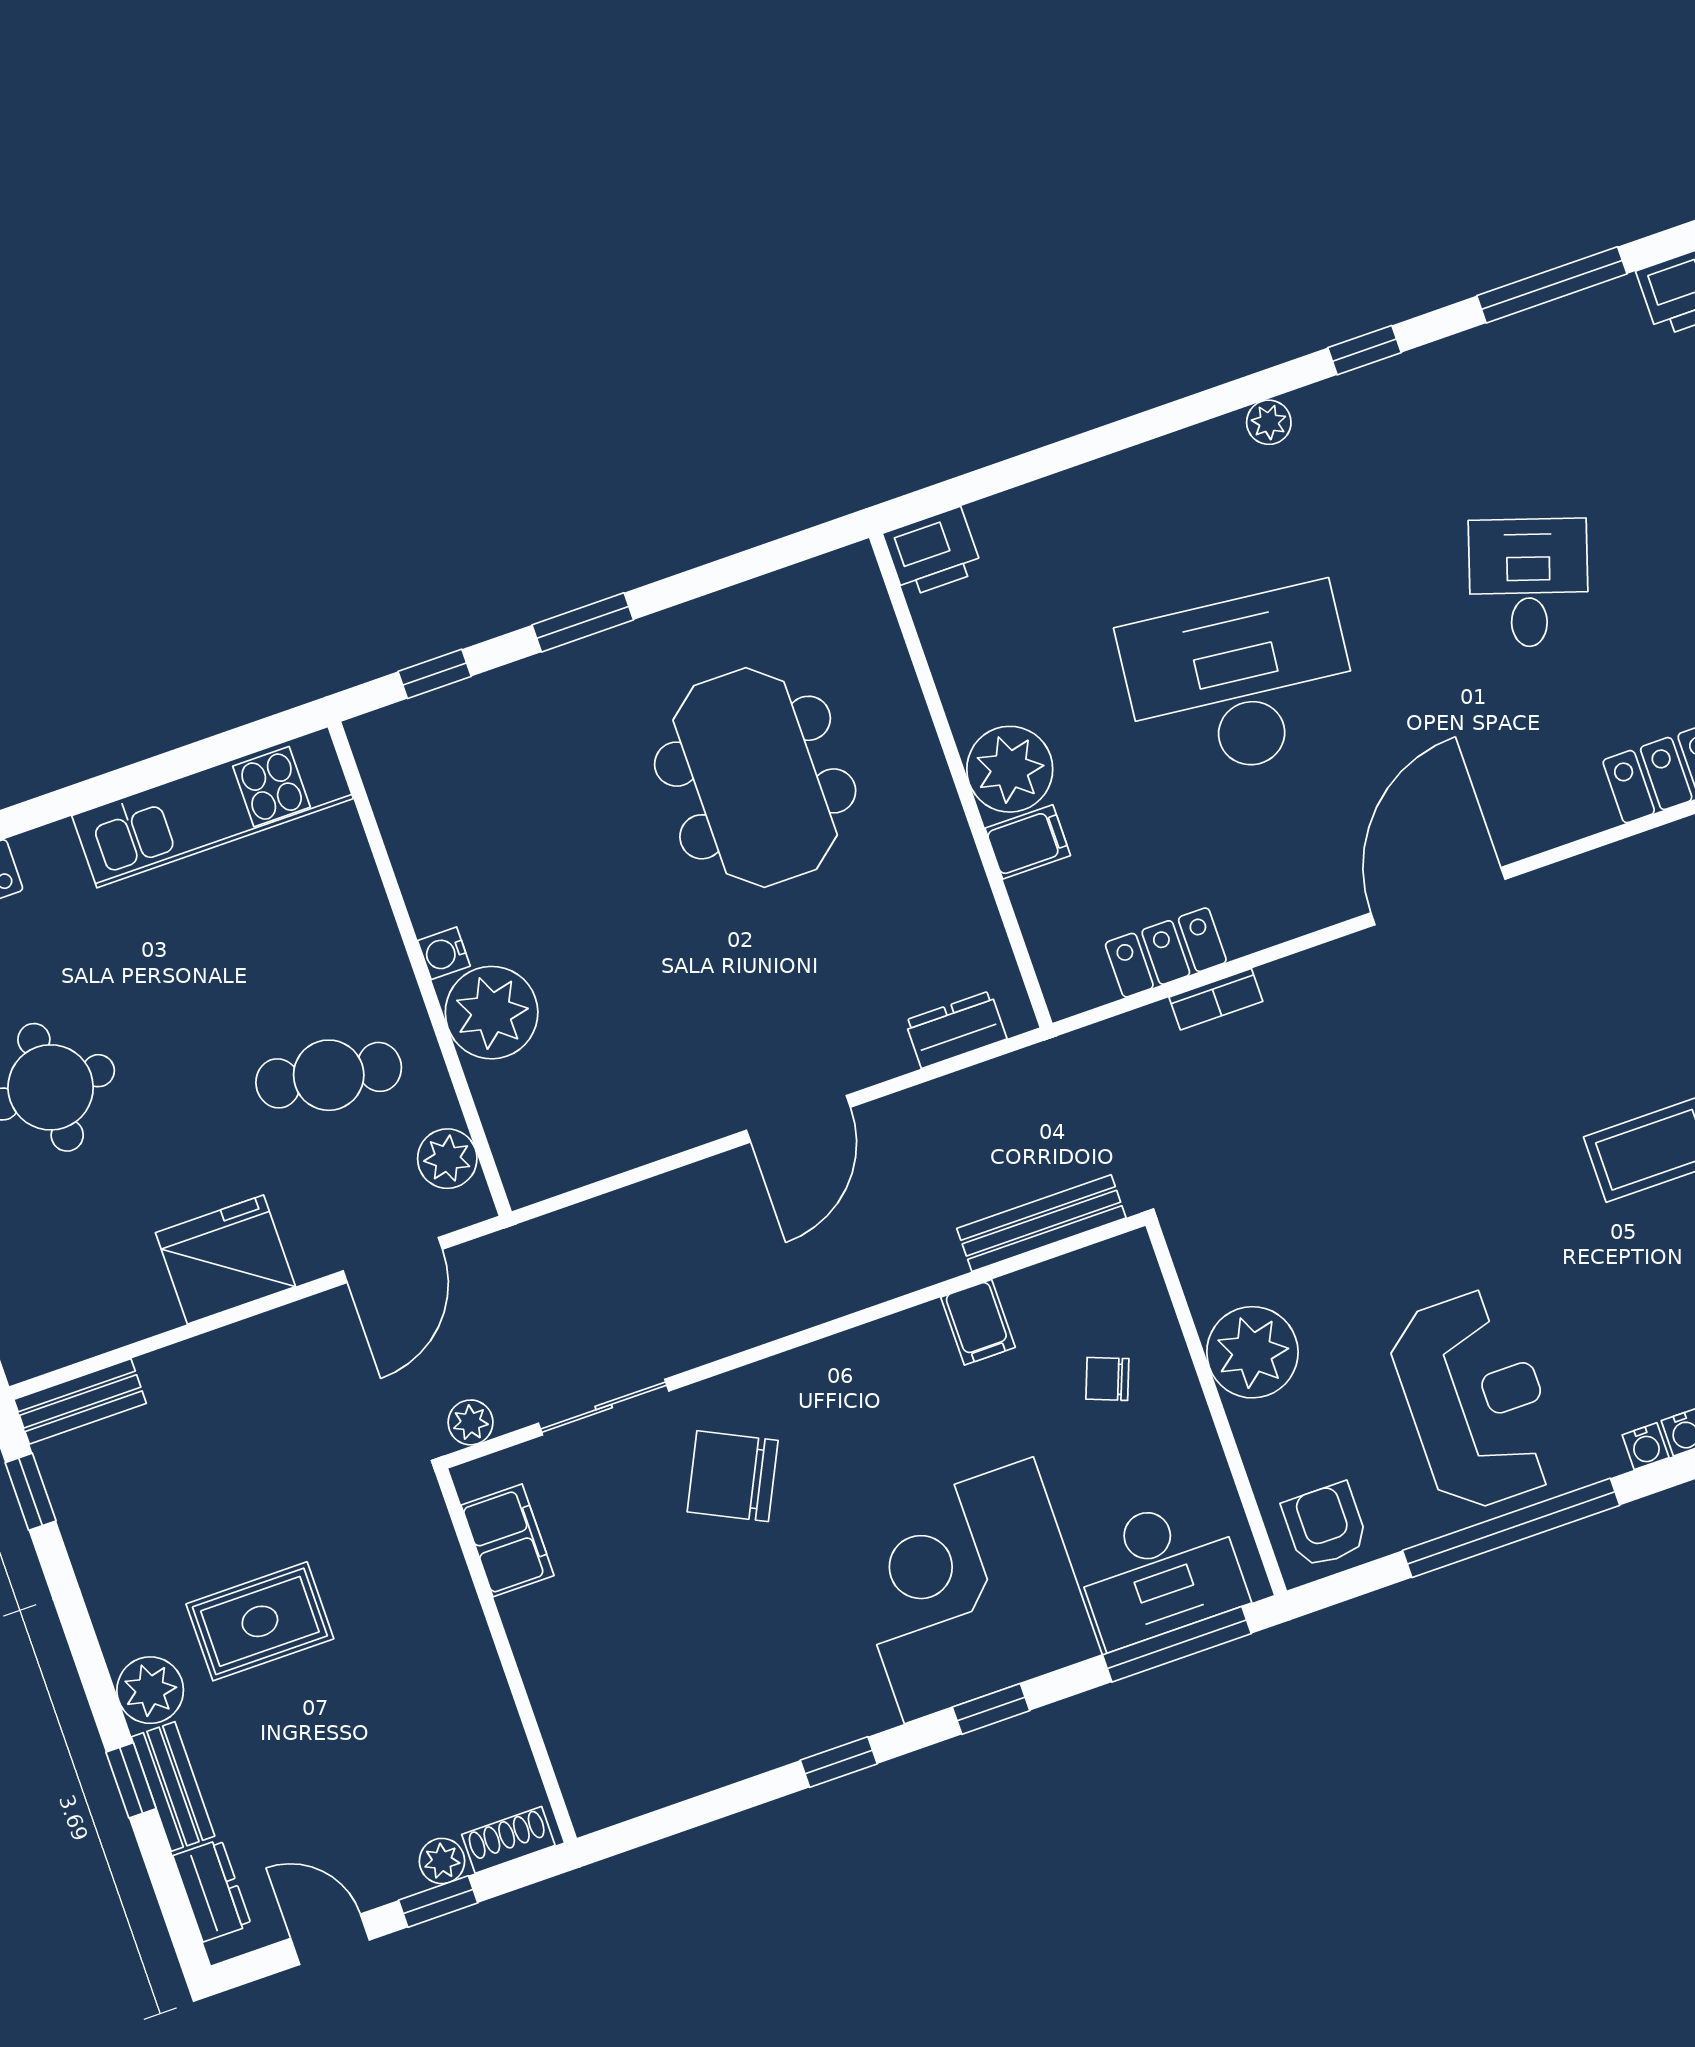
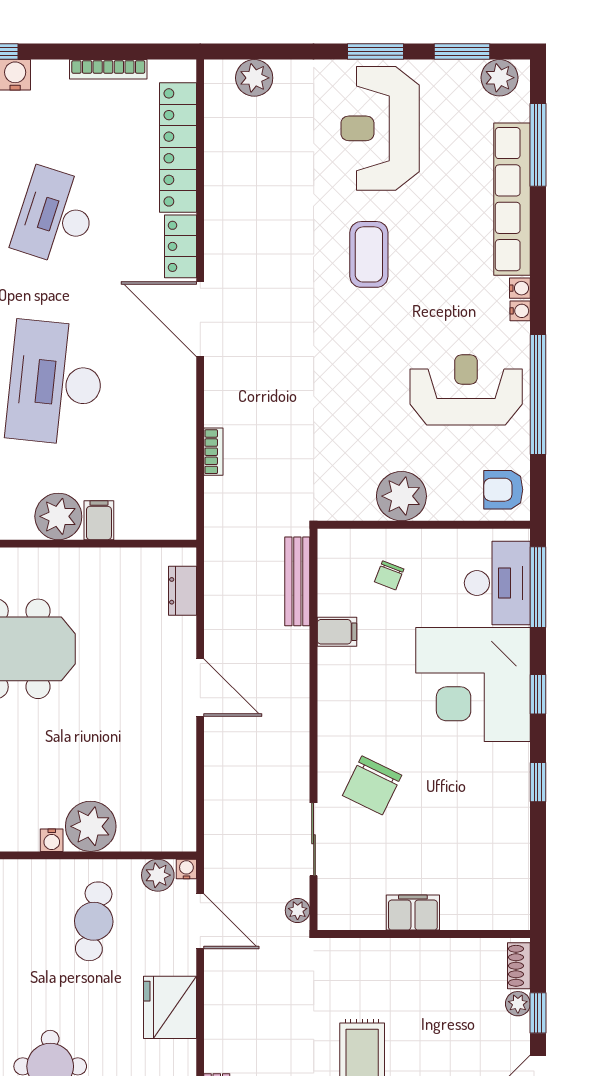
desk: (1529, 583) -> (55, 216), width x1.37
locker: (1166, 952) -> (180, 246), moved
water cooler: (475, 1205) -> (186, 869), added
filing cabinet: (508, 1540) -> (413, 913), moved

